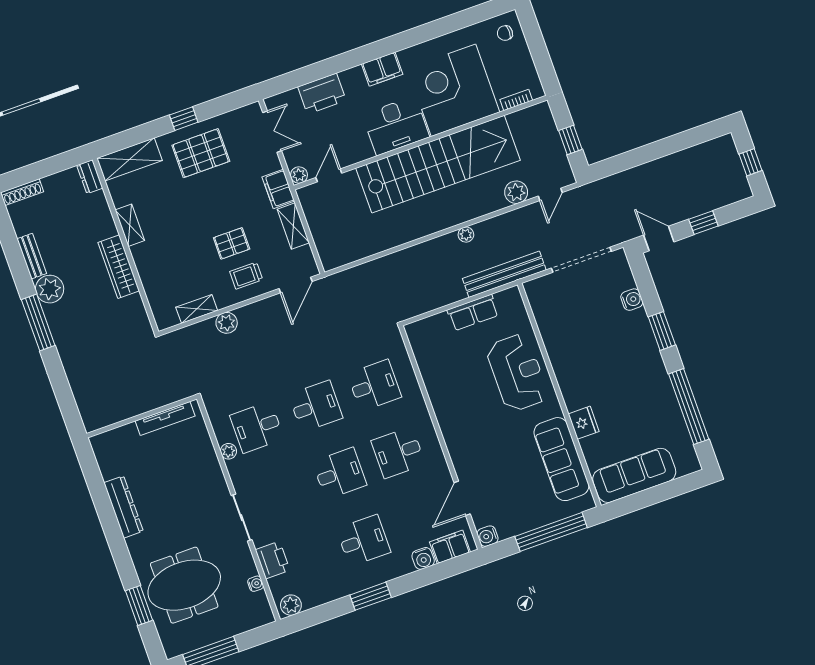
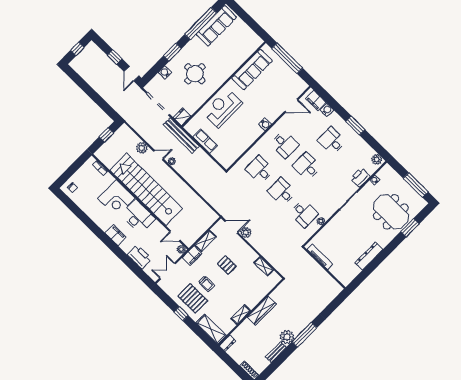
corner desk: (454, 90) -> (116, 198), width x0.74, depth x0.74
door: (550, 194) -> (159, 155), moved
trolley: (246, 276) -> (206, 284), moved
plant: (227, 323) -> (246, 233), moved
round table: (603, 353) -> (195, 74), added
fridge: (584, 423) -> (182, 117), moved
sofa: (634, 475) -> (216, 26), moved, turned -90
water cooler: (488, 536) -> (265, 124), moved

